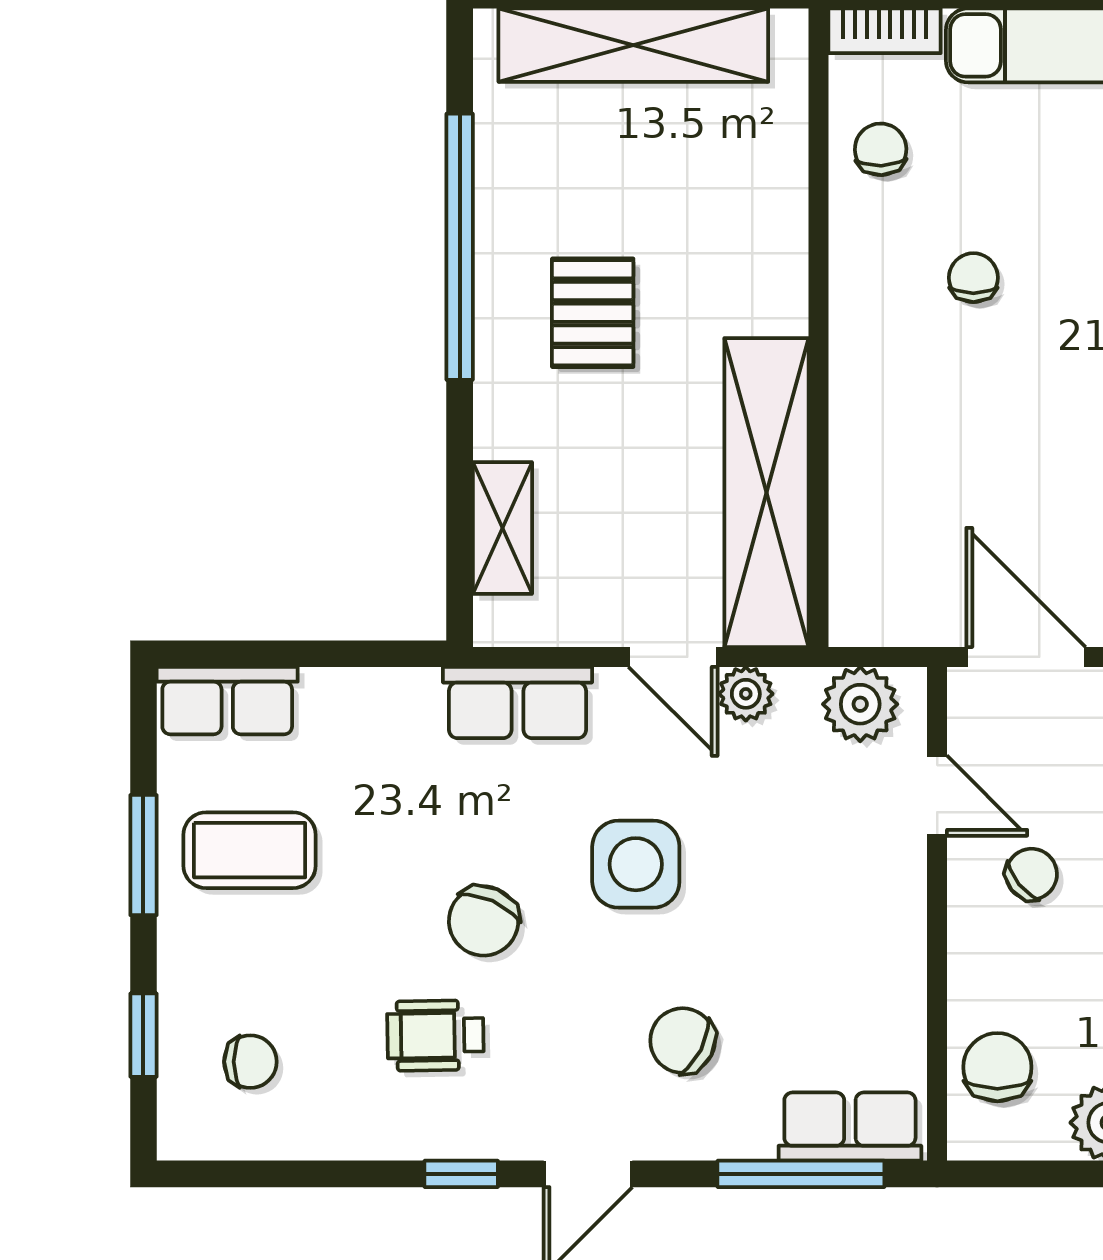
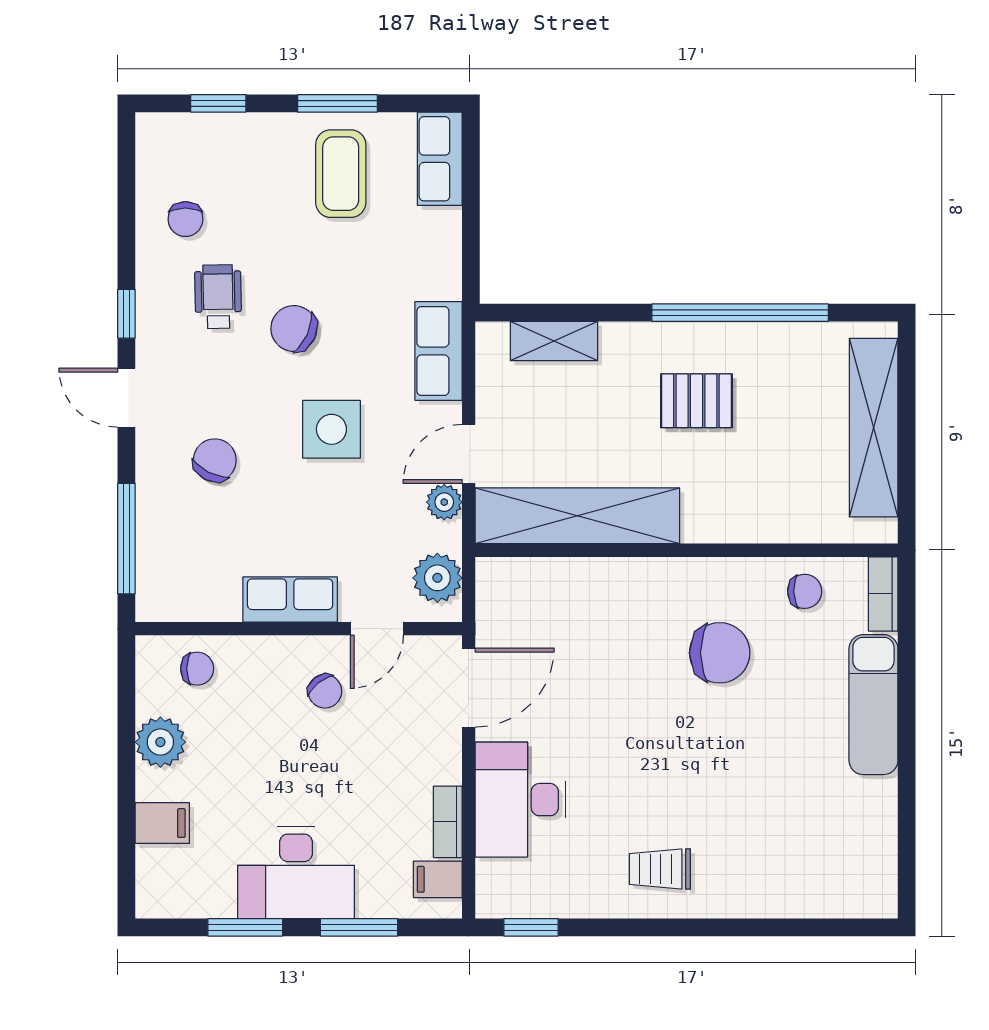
chair: (973, 278) -> (720, 653), width x1.87, depth x1.87
chair: (250, 1062) -> (185, 219), moved
chair: (997, 1067) -> (197, 669), width x0.73, depth x0.73
row of seats: (850, 1127) -> (290, 600), moved, turned -90

